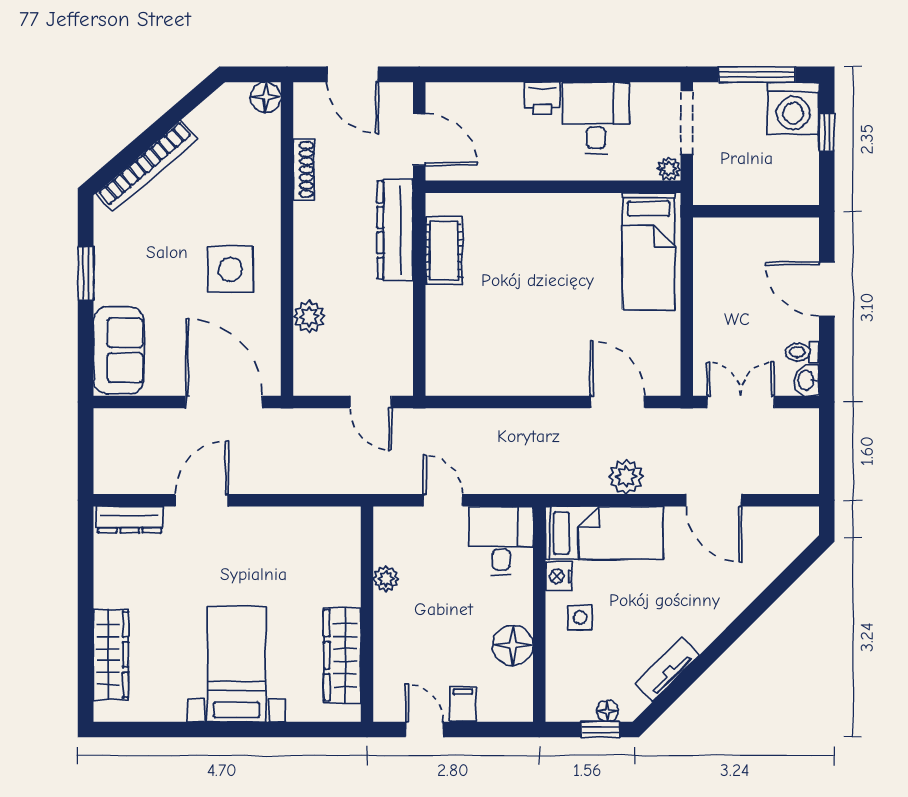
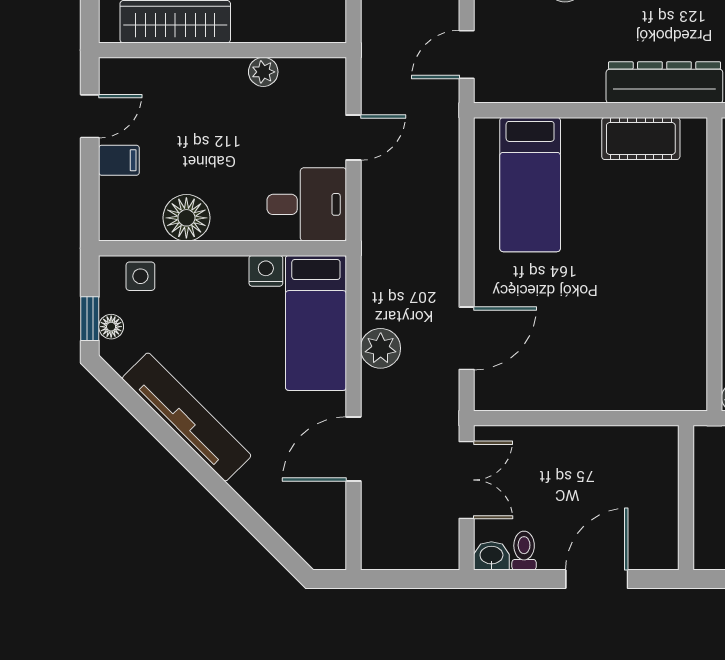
bed: (649, 251) -> (530, 185), moved, turned -90
side table: (580, 617) -> (140, 276), moved
tv unit: (667, 670) -> (187, 417), width x1.92, depth x1.29

